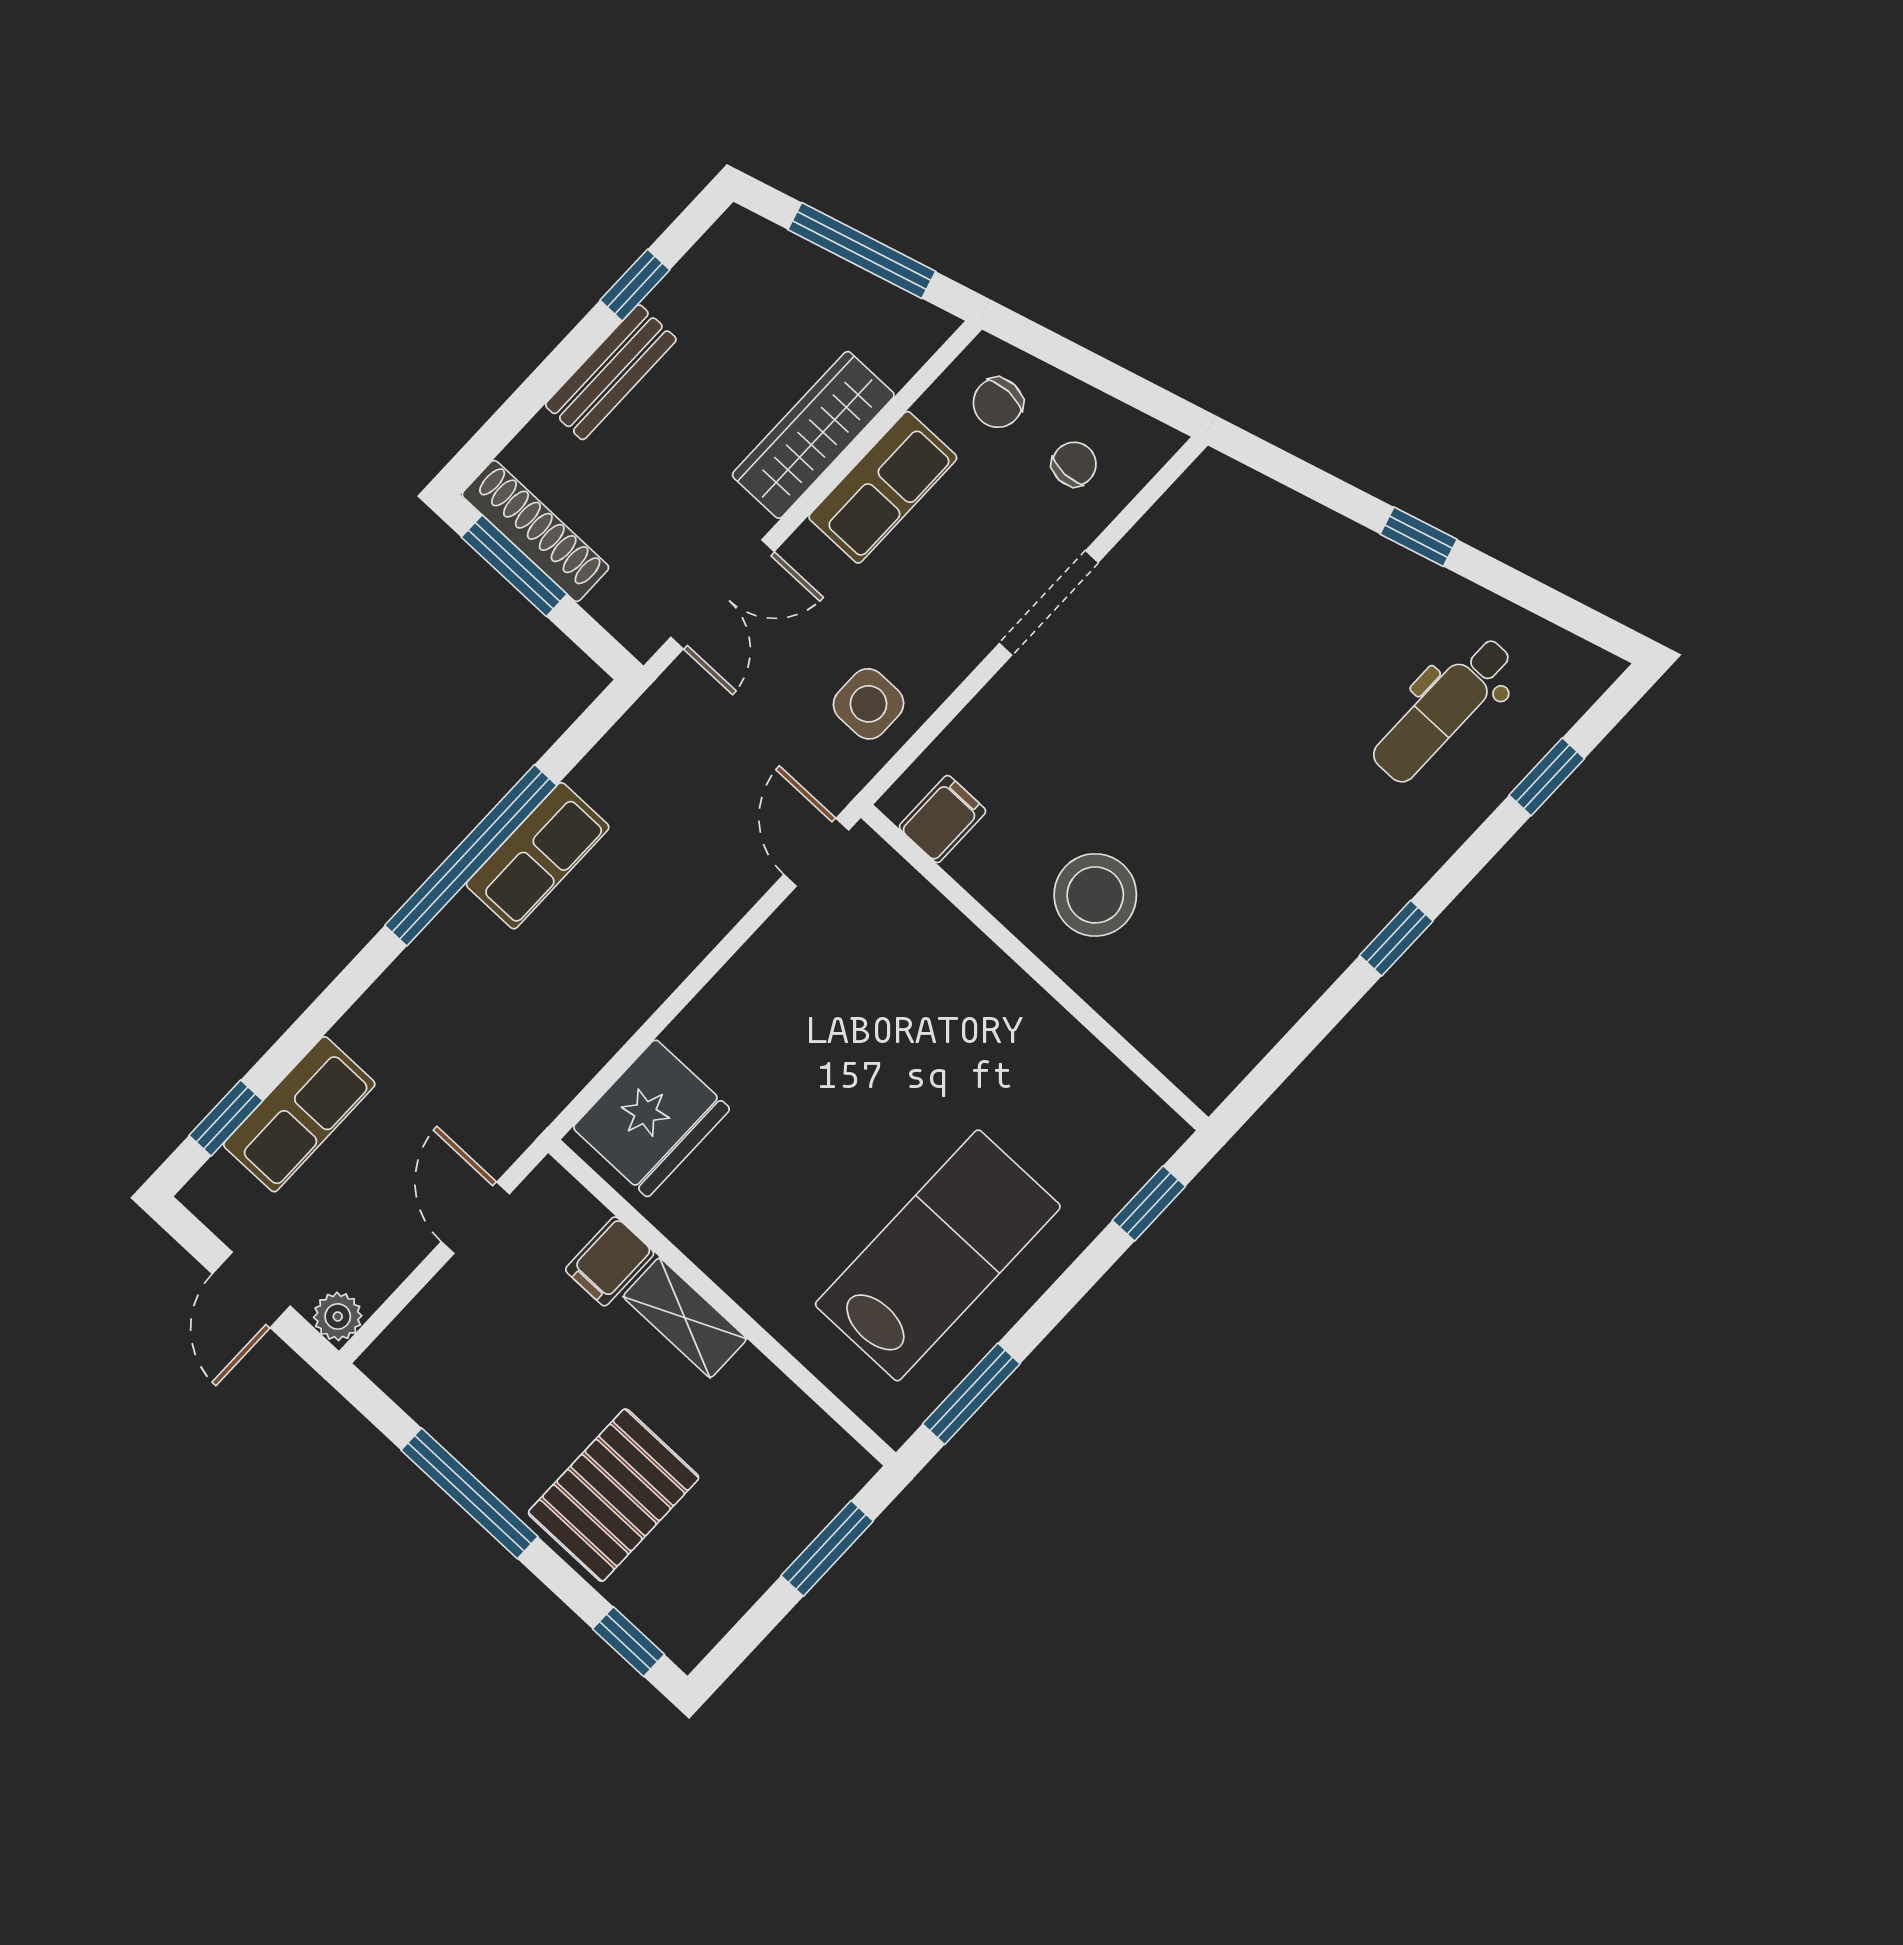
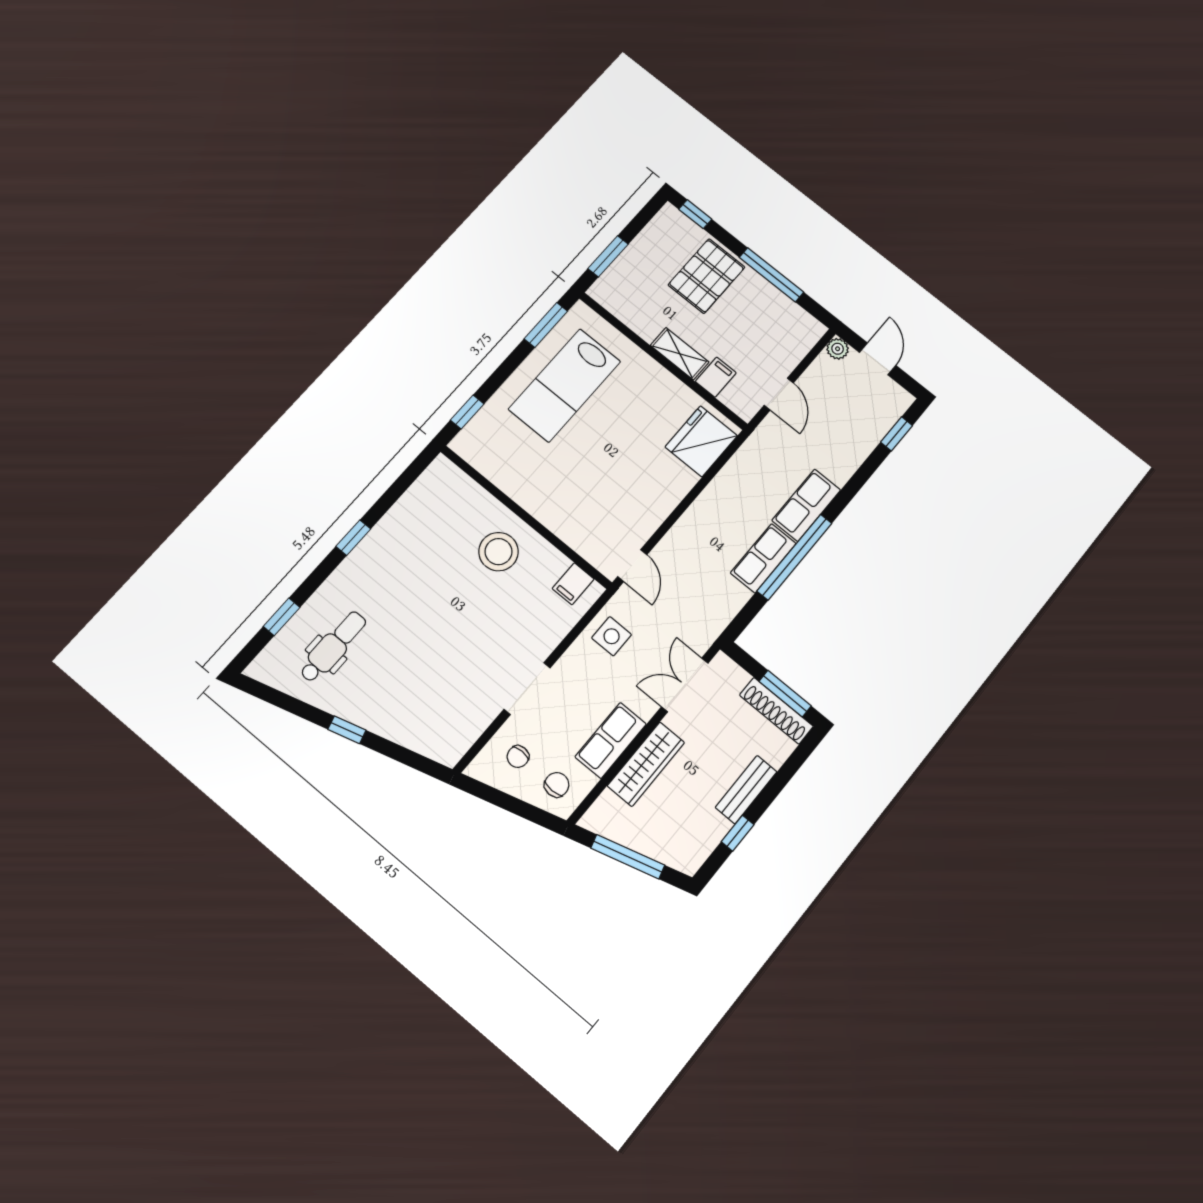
row of seats: (299, 1114) -> (806, 505), moved

